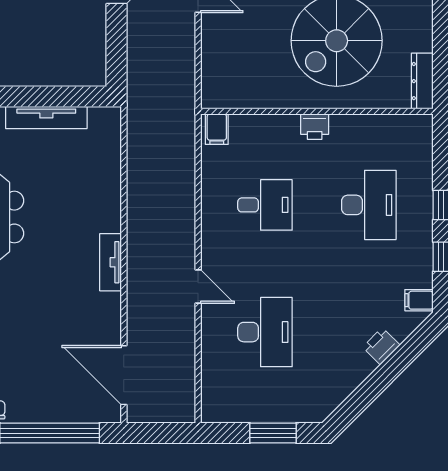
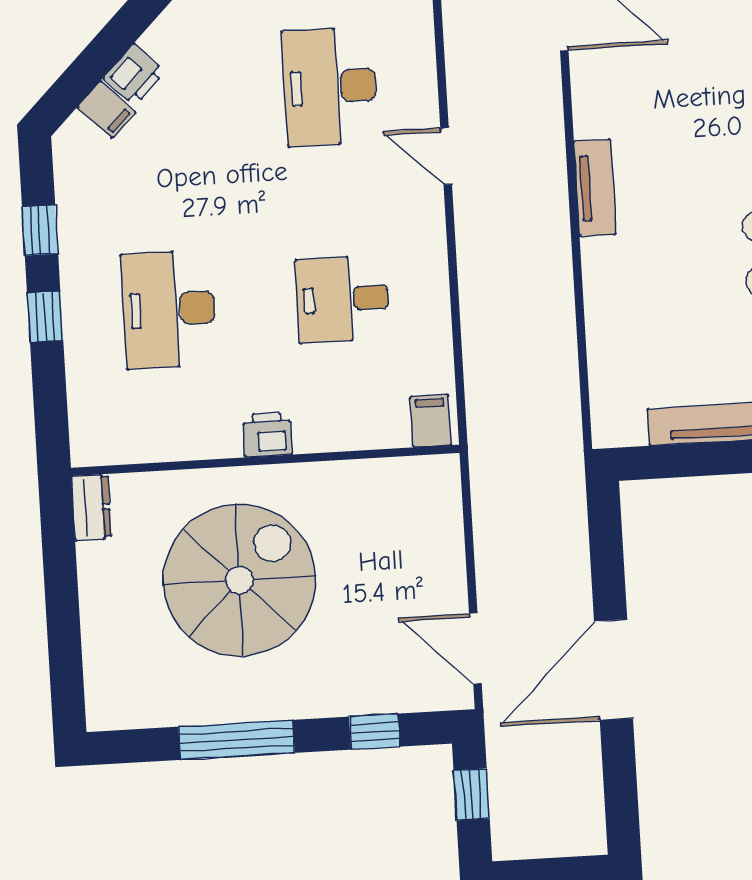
dresser: (422, 81) -> (91, 507), width x0.70
filing cabinet: (419, 300) -> (107, 110), moved, turned 45

